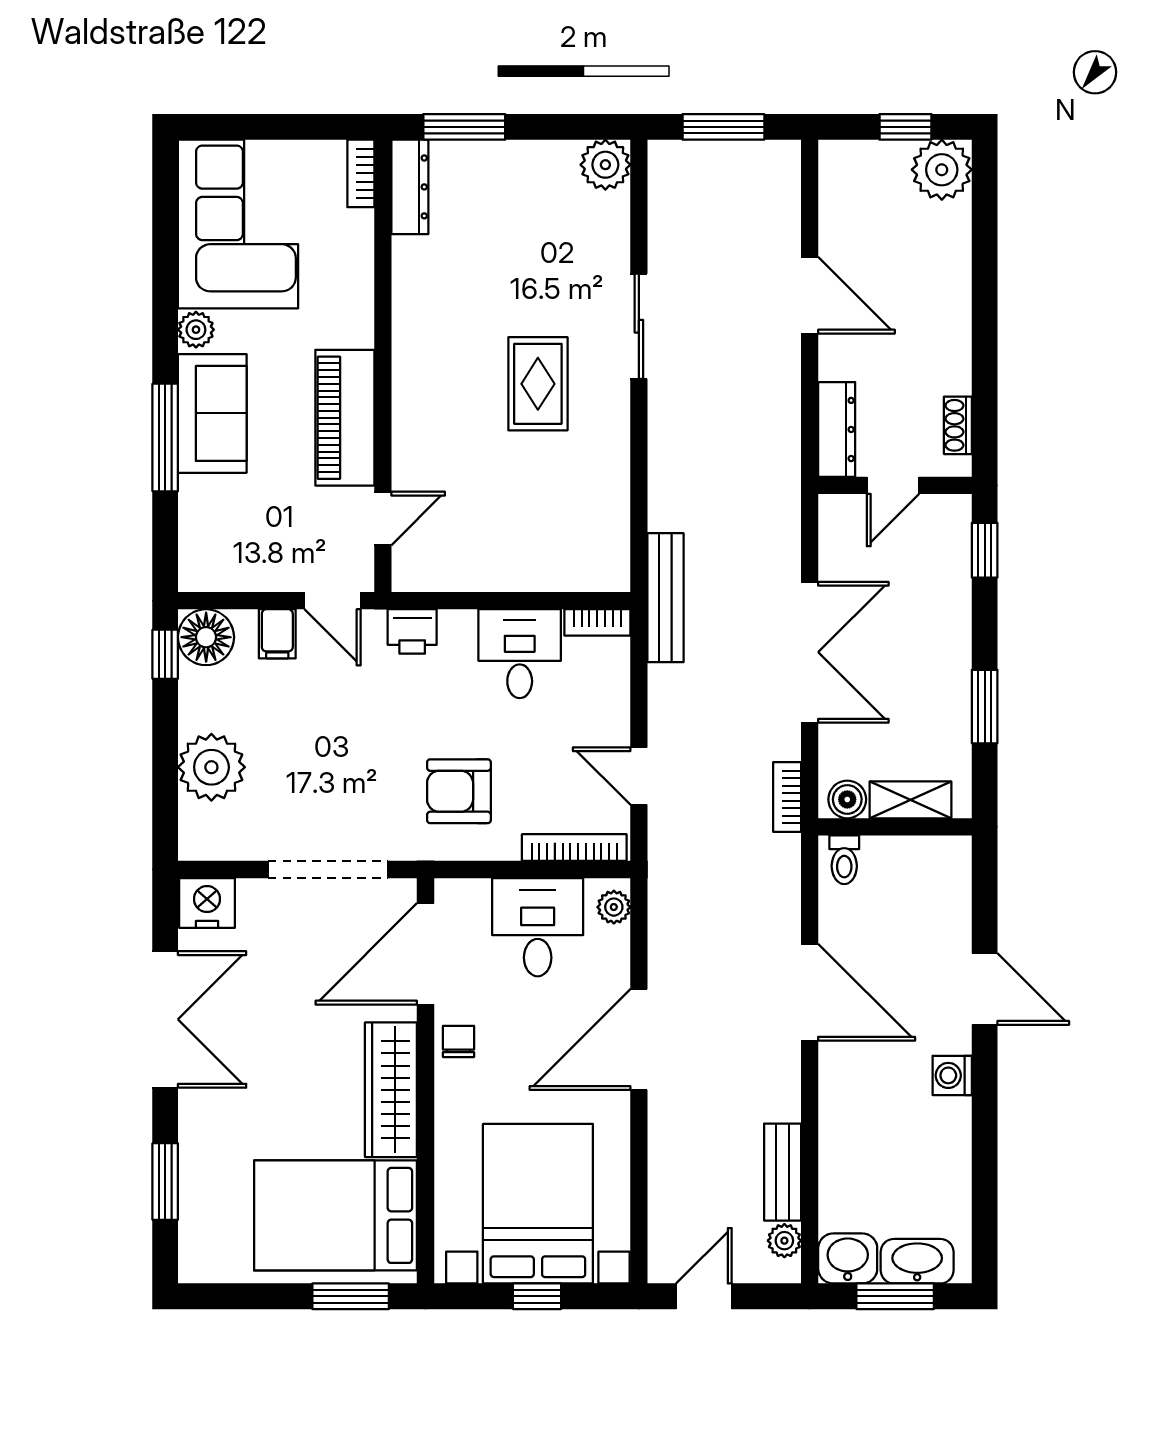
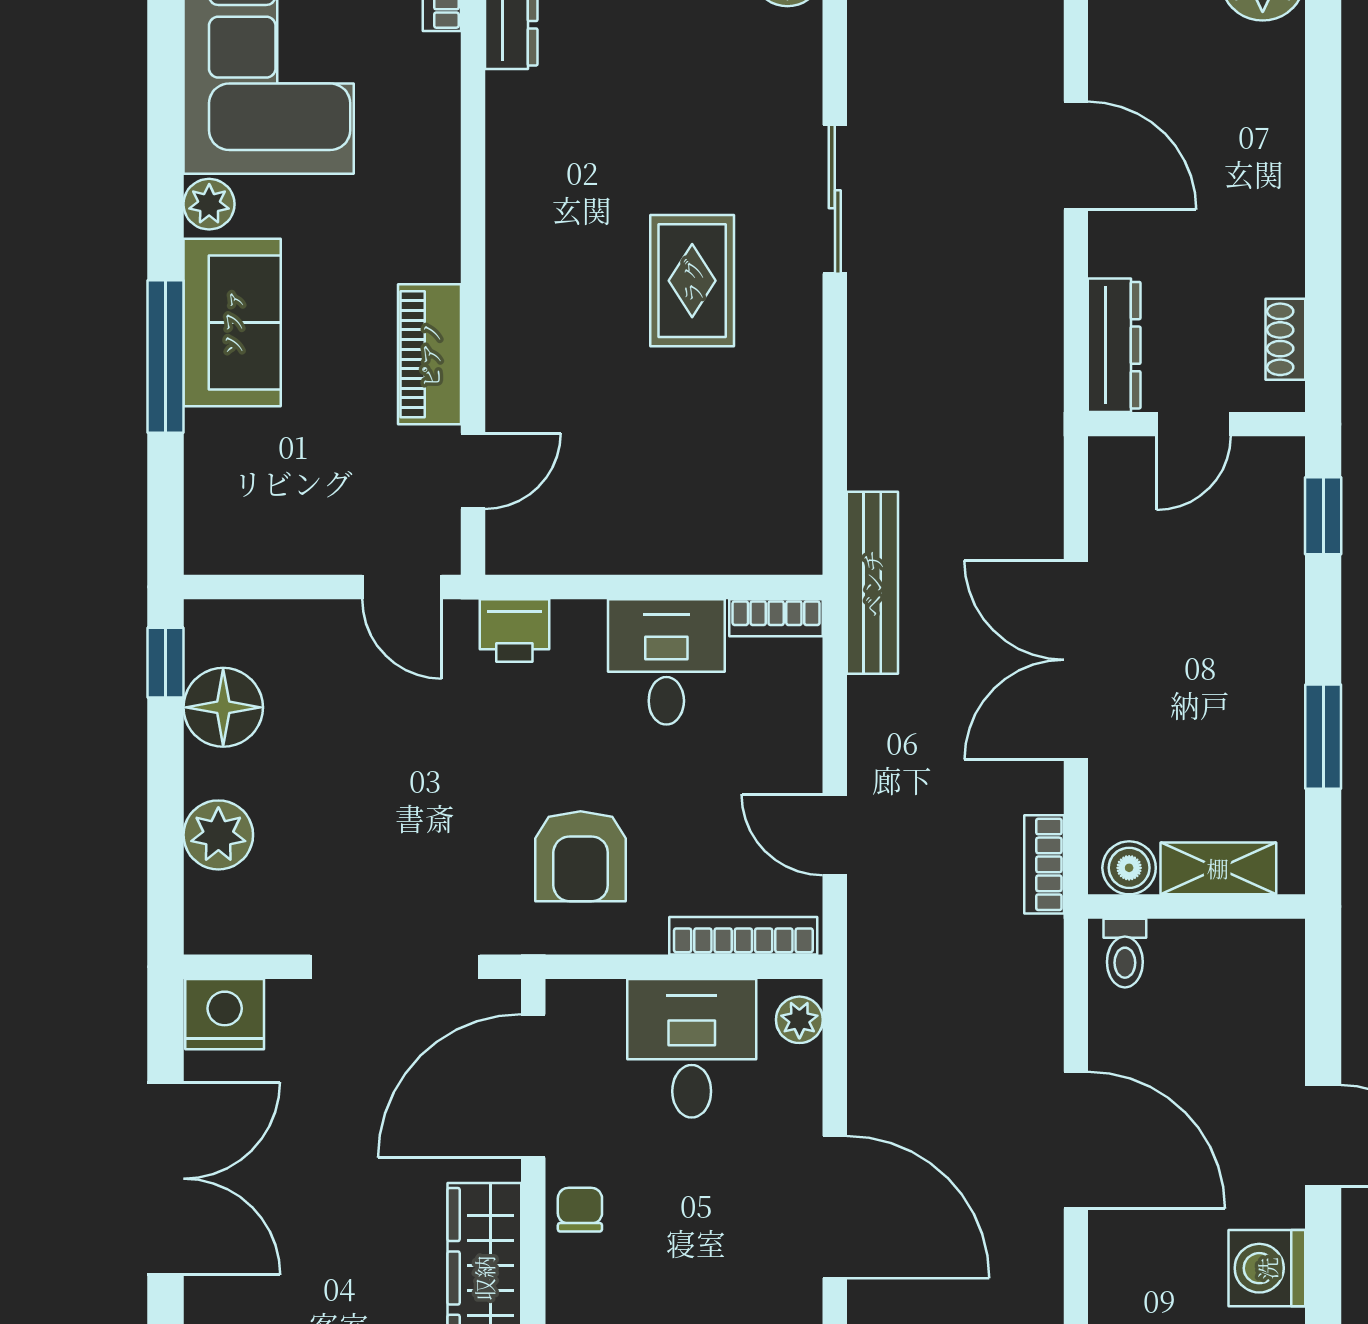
piano: (345, 418) -> (430, 354), width x0.73, depth x0.75
filing cabinet: (277, 634) -> (324, 634), removed
floor lamp: (206, 637) -> (223, 707), moved
double door: (810, 652) -> (1076, 660), swing flipped
plant: (211, 767) -> (218, 835), width x0.73, depth x0.73
armchair: (459, 791) -> (581, 856), turned -90
door: (639, 1040) -> (835, 1207), swing flipped
washing machine: (952, 1075) -> (1267, 1268), width x1.38, depth x1.38

